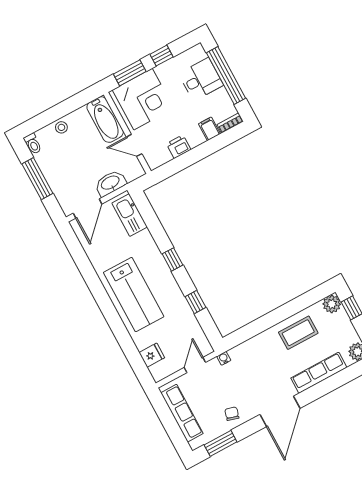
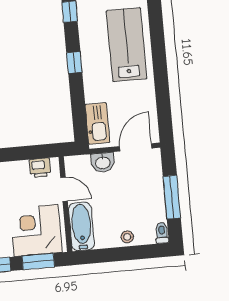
printer: (179, 147) -> (40, 168), moved
washbasin: (110, 183) -> (103, 162), width x0.72

